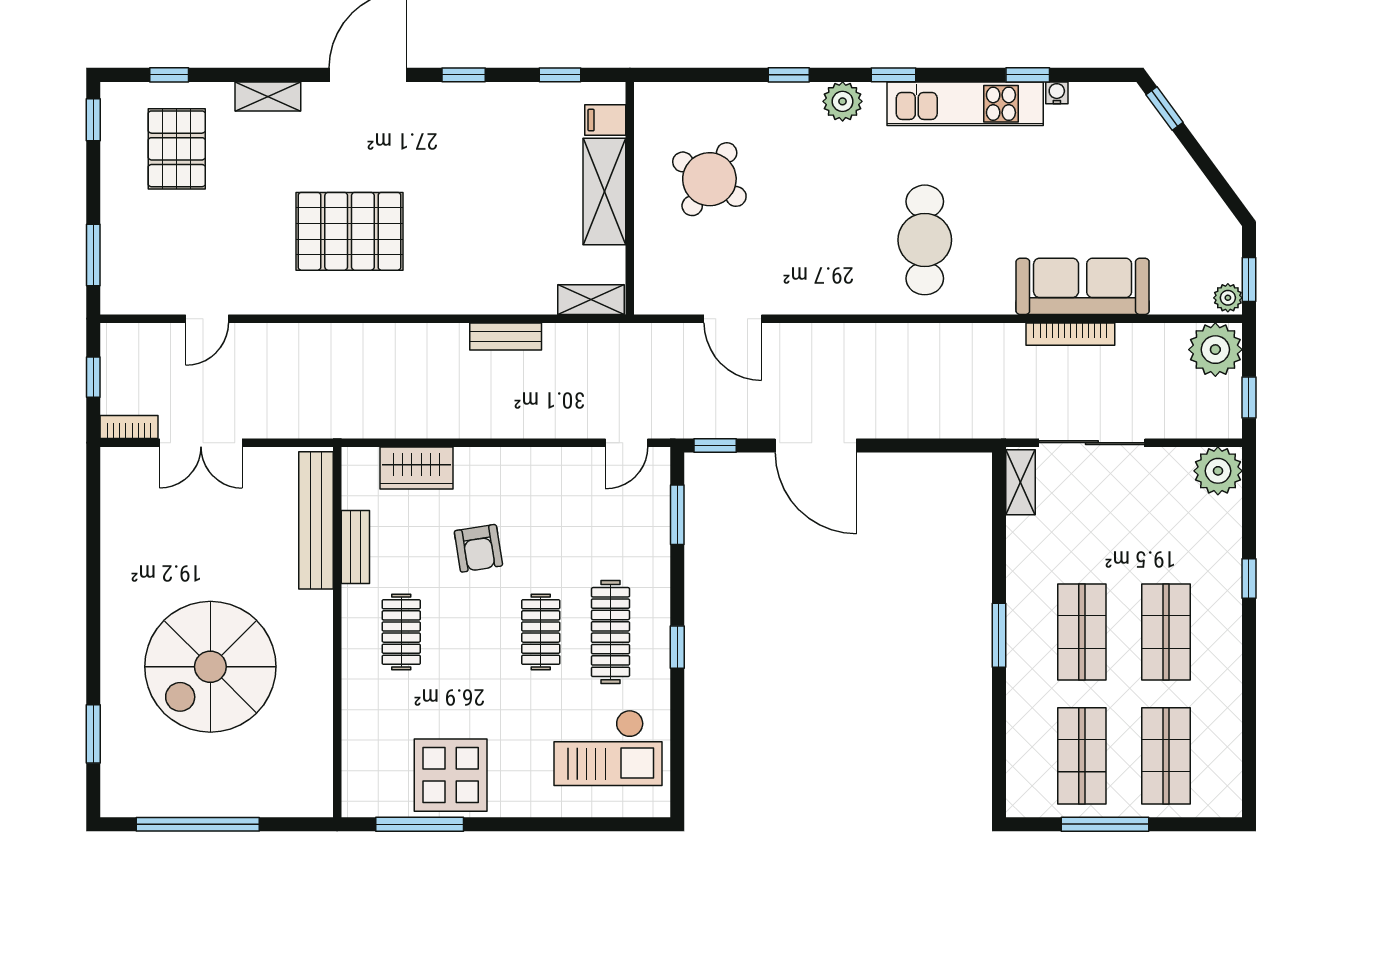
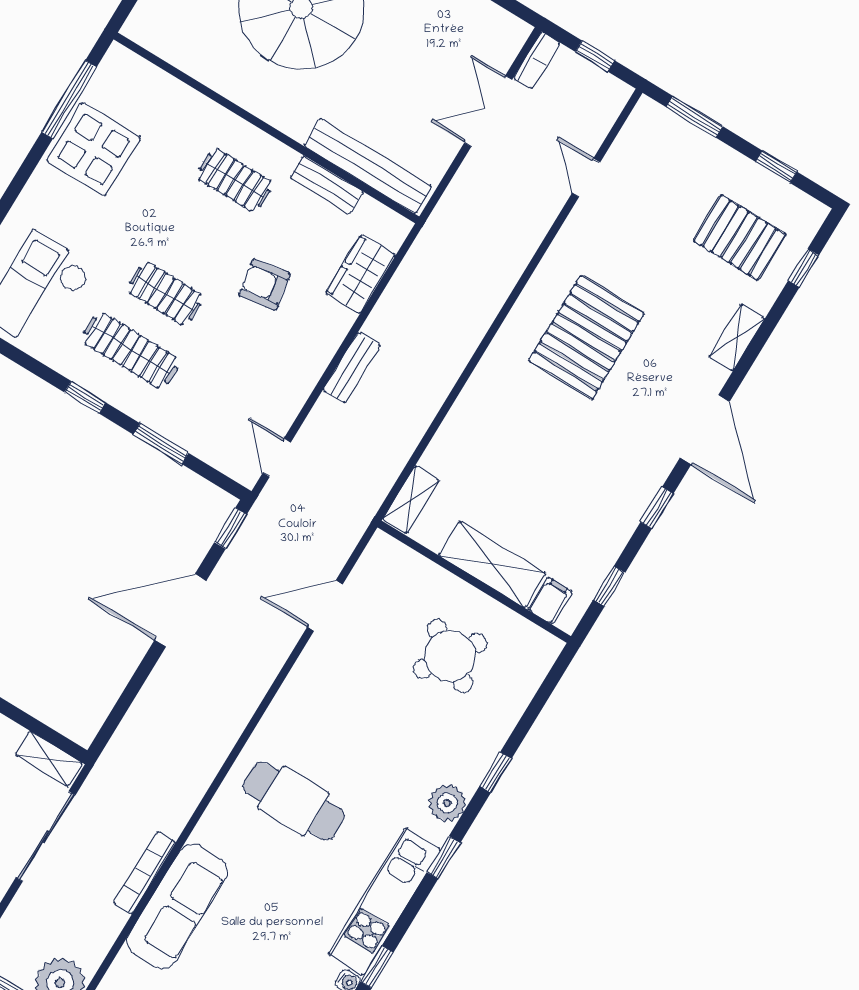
window: (93, 120) -> (776, 167), moved
bench: (506, 336) -> (351, 368), moved
window: (677, 515) -> (161, 444), moved

